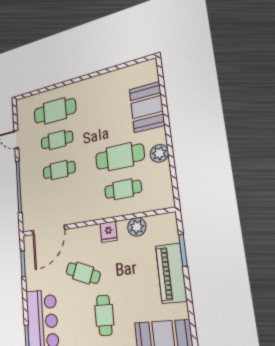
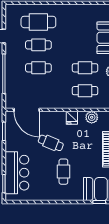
cafe table: (120, 157) -> (85, 68), width x0.73, depth x0.74
door: (49, 230) -> (27, 110), hinge flipped

